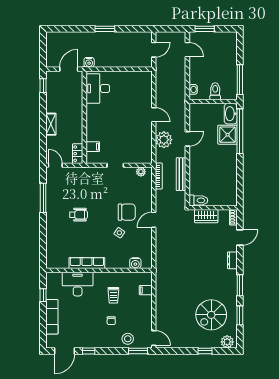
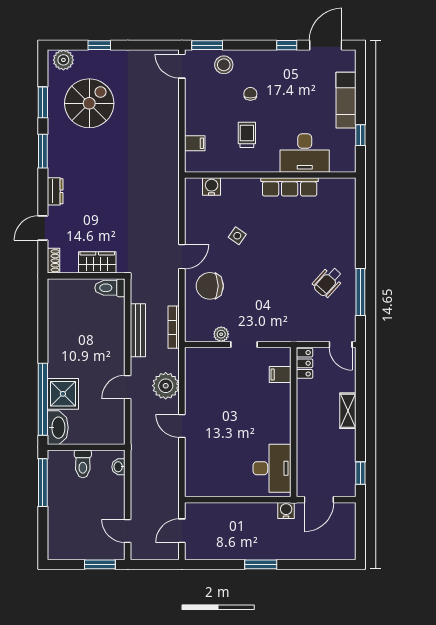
plant: (141, 172) -> (221, 334), moved
chair: (127, 212) -> (210, 286), moved
wheelchair: (79, 215) -> (328, 282), moved, turned -48

